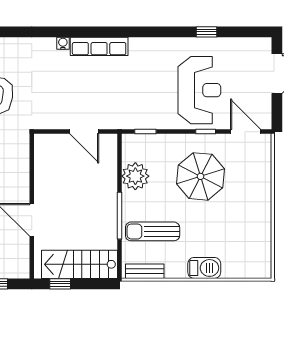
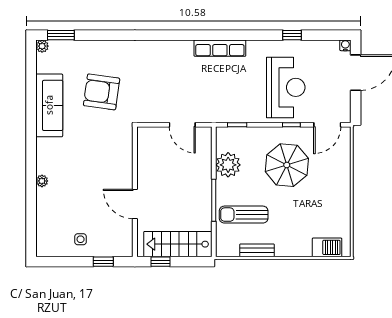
water cooler: (63, 43) -> (345, 45), moved
row of seats: (99, 46) -> (220, 48), moved
door: (245, 132) -> (327, 125), swing flipped
barbecue: (204, 268) -> (327, 247), moved
bench: (145, 271) -> (257, 250), moved

